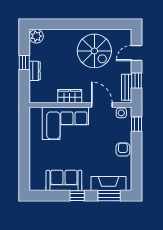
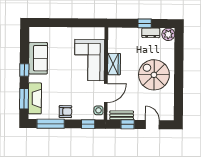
spiral stairs: (94, 51) -> (154, 75), moved, turned 90
dresser: (35, 71) -> (151, 33), moved
window: (136, 166) -> (51, 124), added

